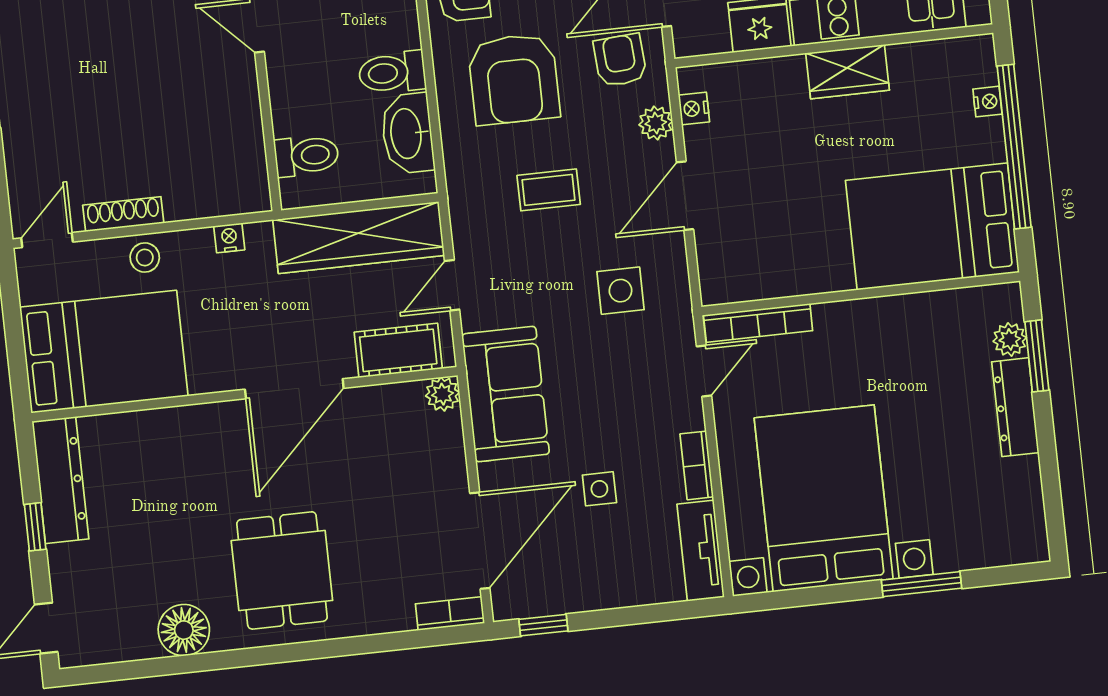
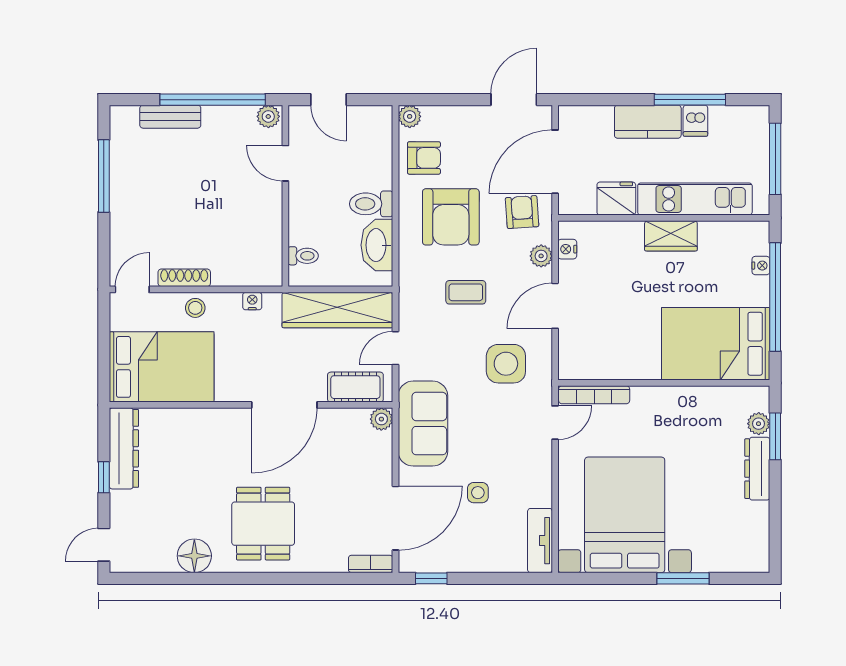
toilet: (306, 156) -> (303, 256), width x0.73, depth x0.72
side table: (621, 291) -> (506, 364), width x1.37, depth x1.37
bookcase: (697, 465) -> (544, 484), removed

